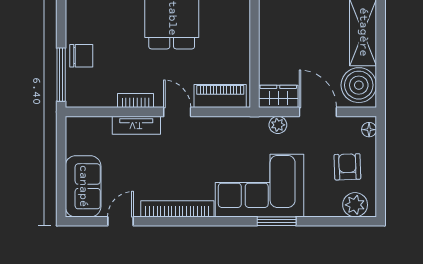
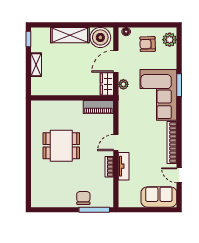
piano: (220, 96) -> (98, 107), moved, turned -90

